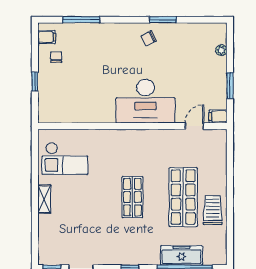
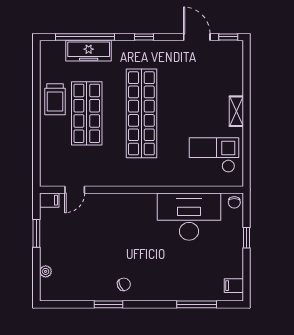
chair: (56, 57) -> (234, 202), moved
desk: (145, 101) -> (189, 217), moved
shop shelf: (132, 197) -> (141, 113), width x2.00, depth x1.36

